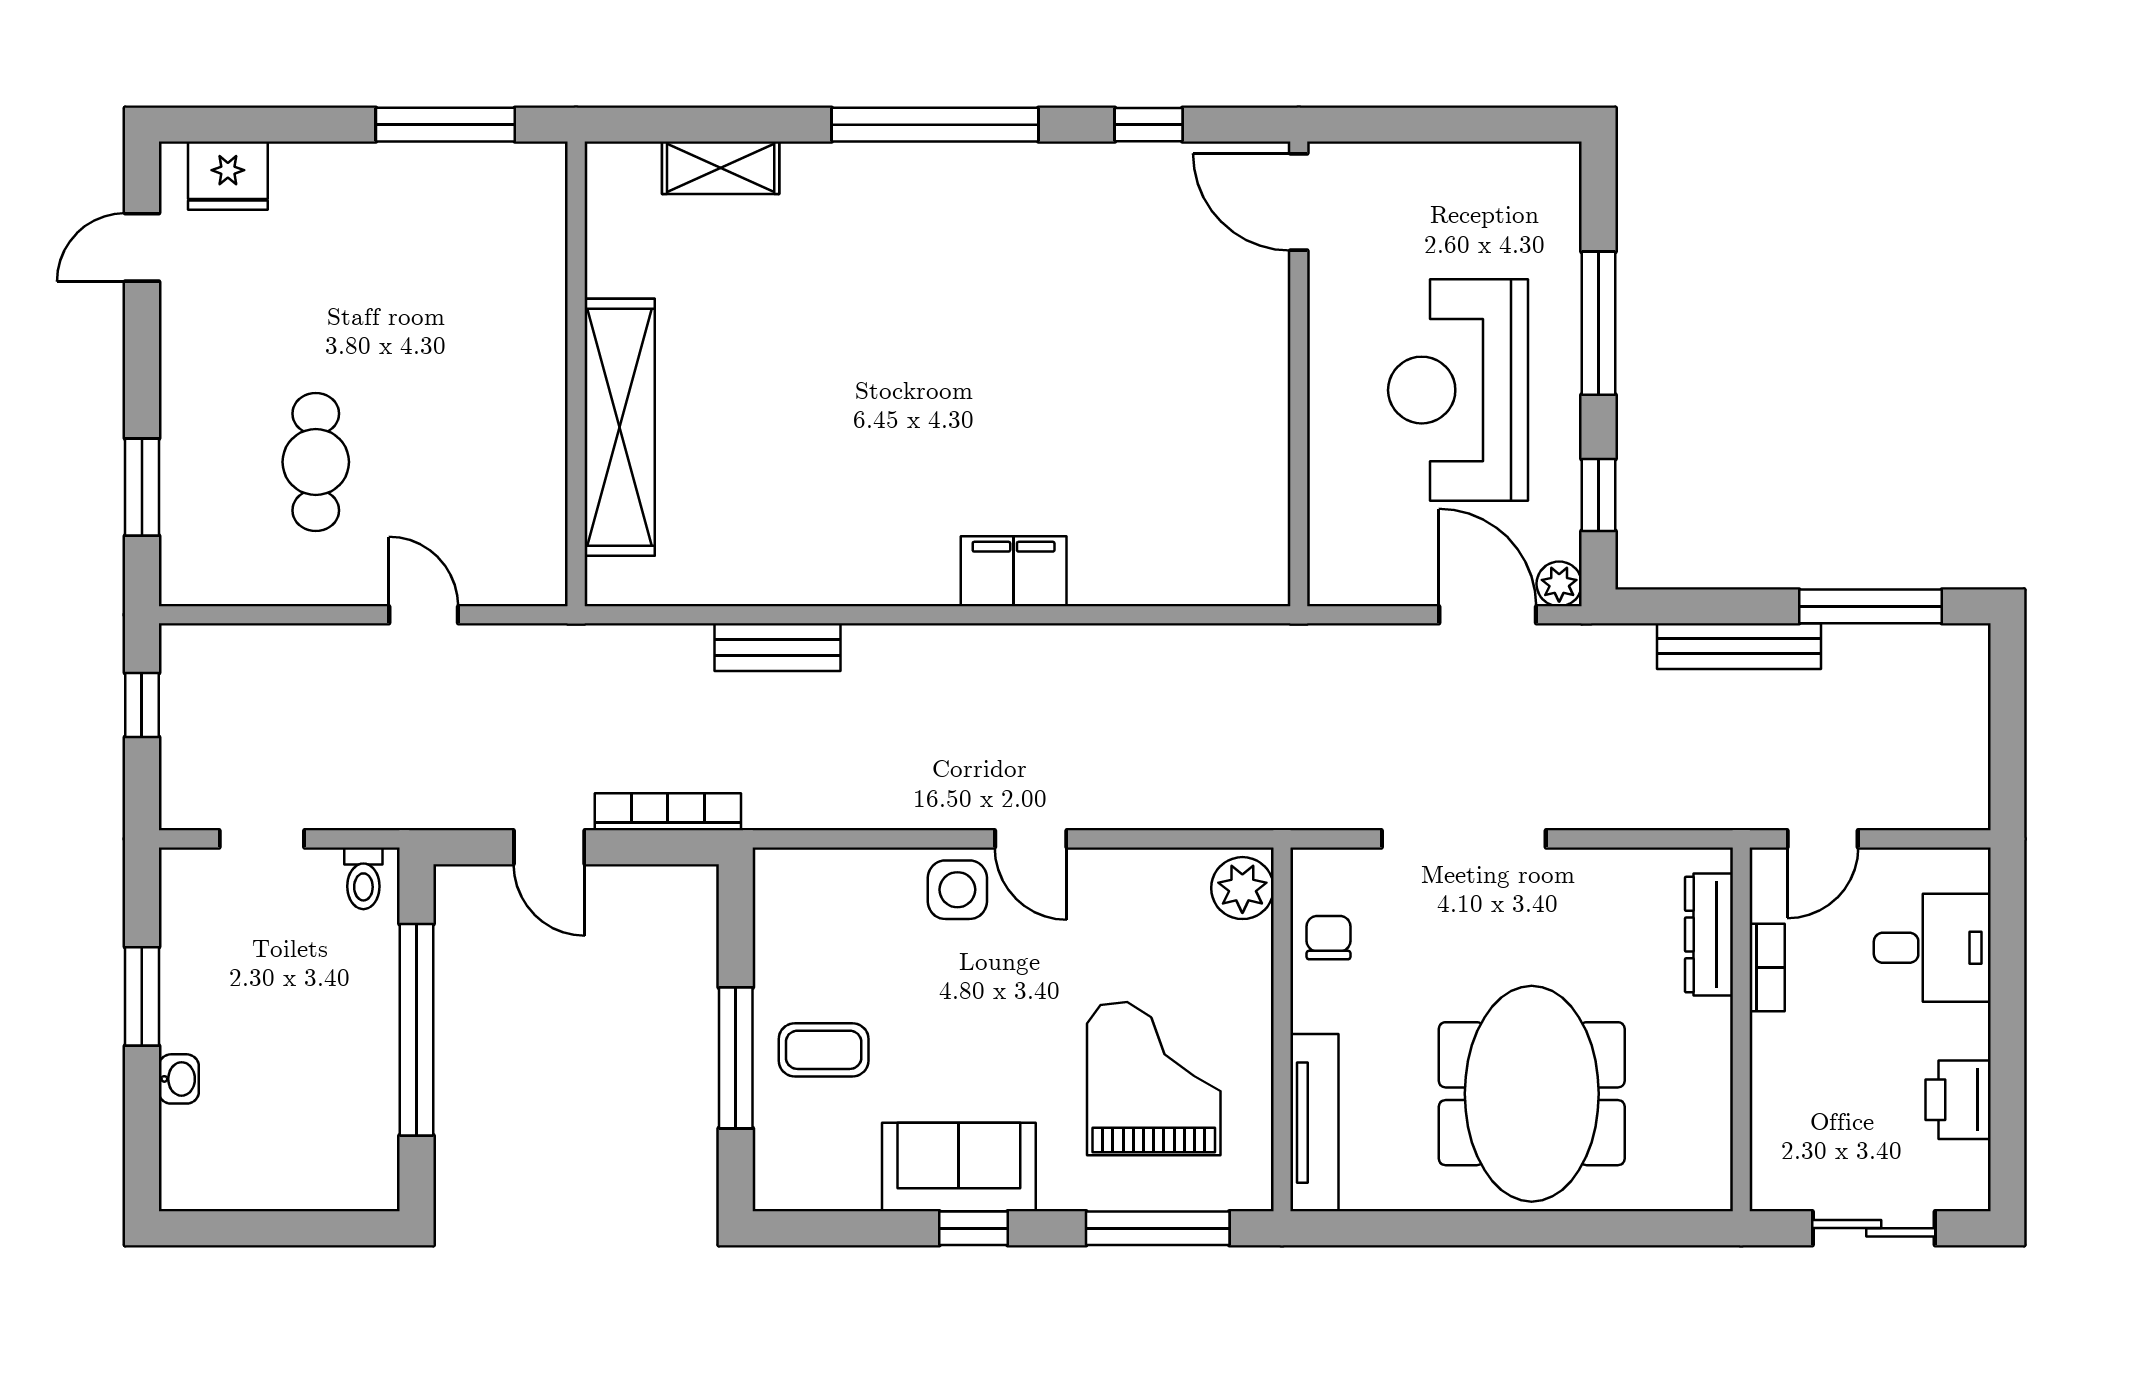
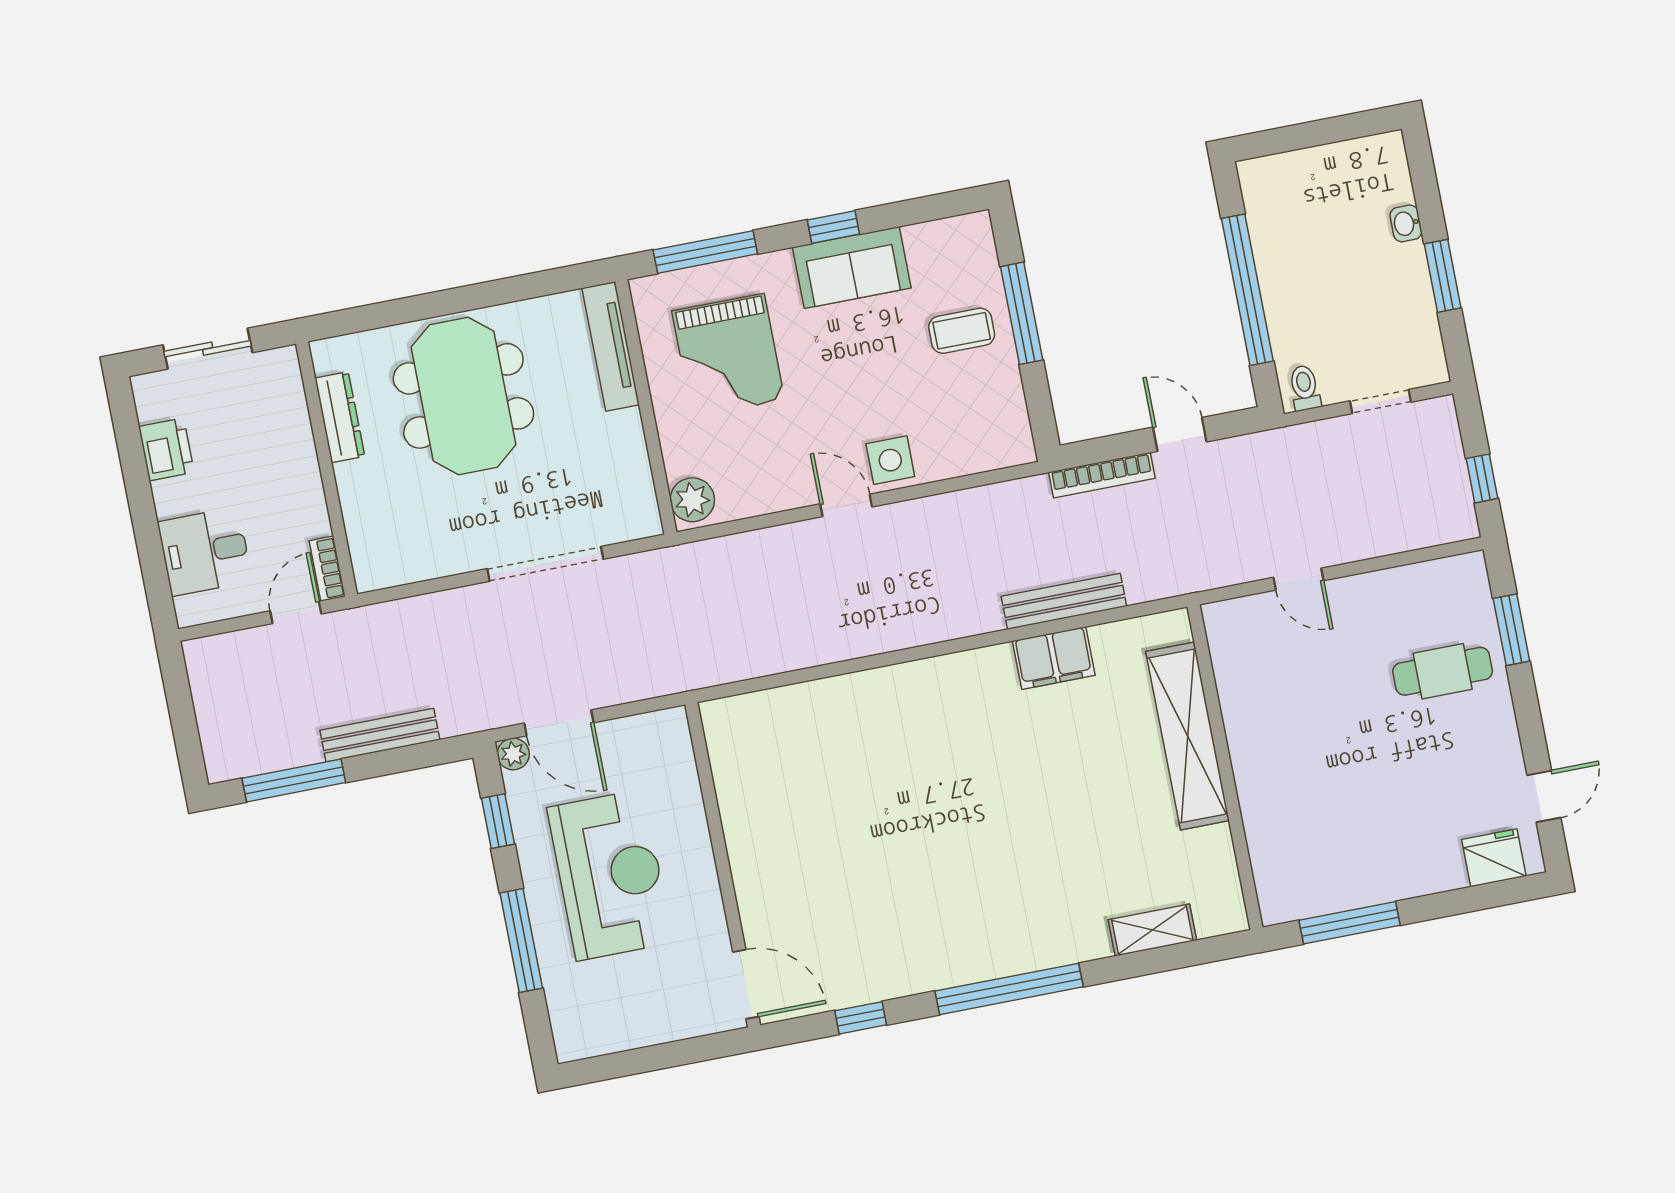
cafe table: (316, 462) -> (1443, 671), moved, turned 90
filing cabinet: (1014, 571) -> (1054, 658), moved
bench: (778, 647) -> (1064, 601), width x1.36
dresser: (1709, 935) -> (340, 417), moved
chair: (1329, 938) -> (626, 477), removed
bookcase: (1767, 967) -> (327, 569), moved

